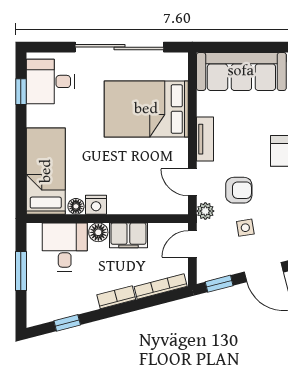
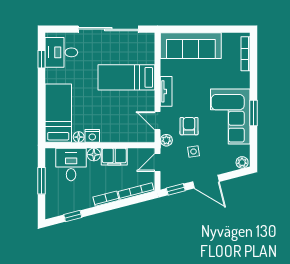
bed: (146, 109) -> (126, 77), width x0.67
armchair: (239, 190) -> (189, 126), turned -90

